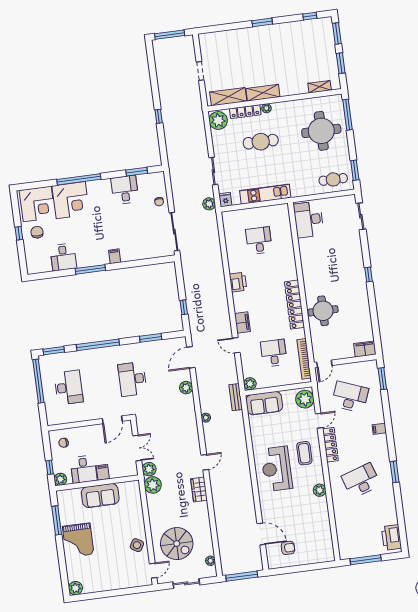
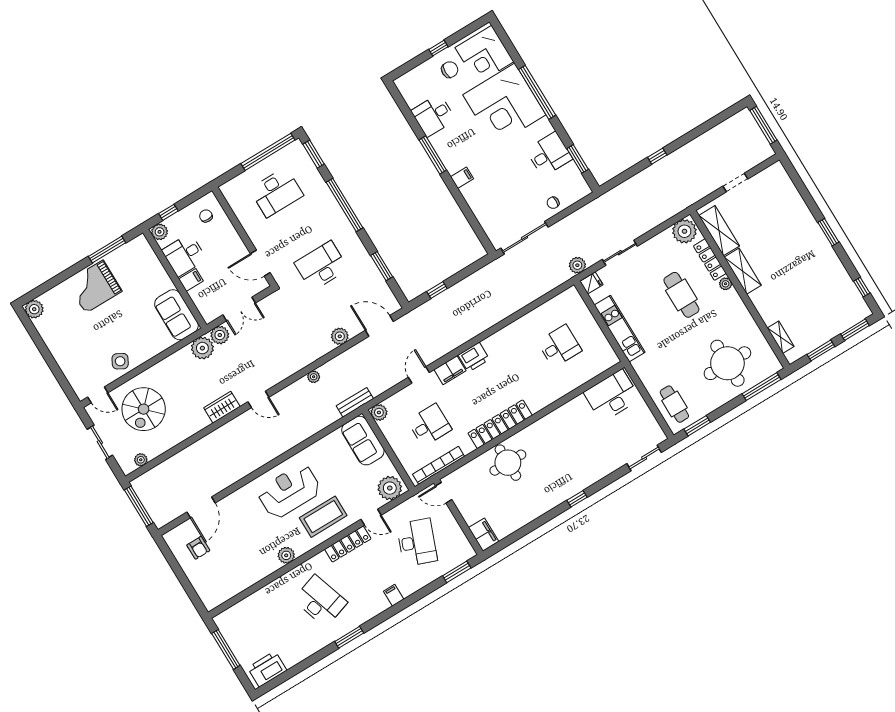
corner desk: (71, 200) -> (504, 105), width x1.36, depth x1.36
printer: (238, 282) -> (474, 357), moved
coffee table: (304, 453) -> (323, 517), width x1.36, depth x1.32
sofa: (100, 496) -> (176, 315), moved

